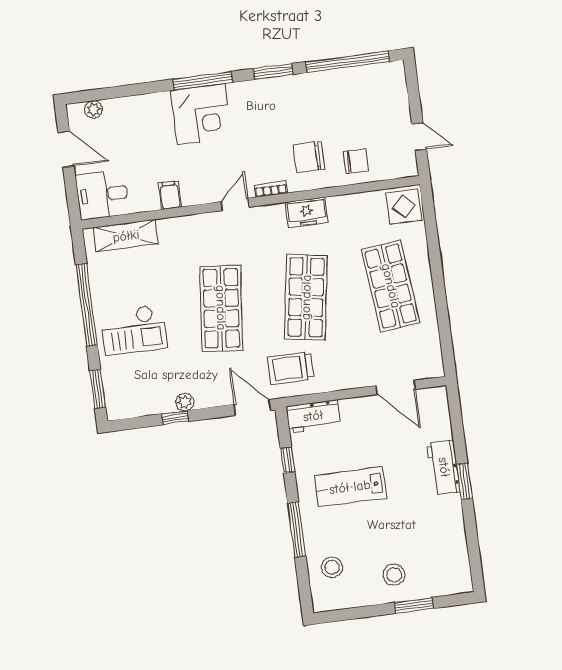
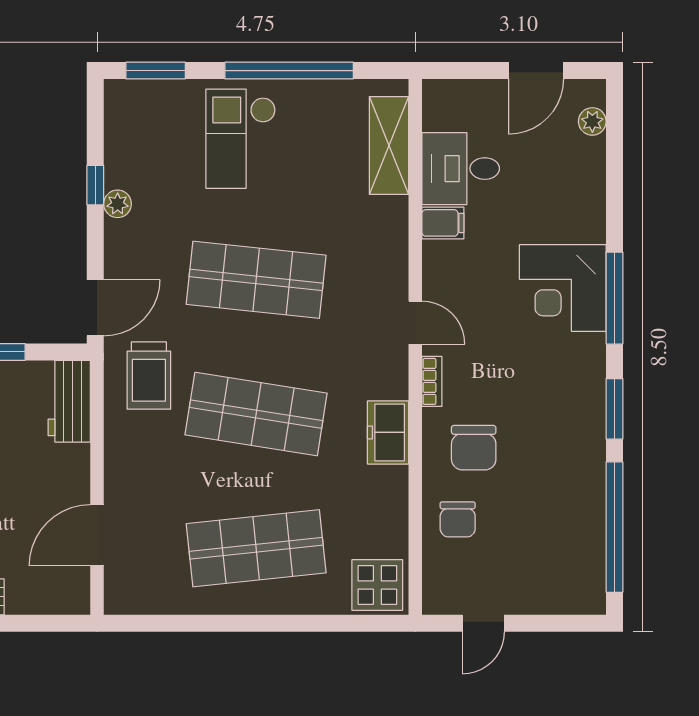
chair: (309, 157) -> (474, 448), turned 180
desk: (102, 195) -> (461, 169), moved, turned -90
trolley: (291, 368) -> (149, 375), turned 180

